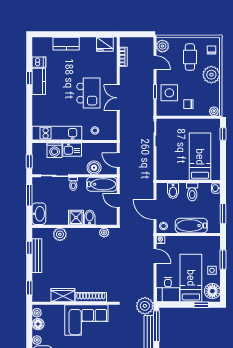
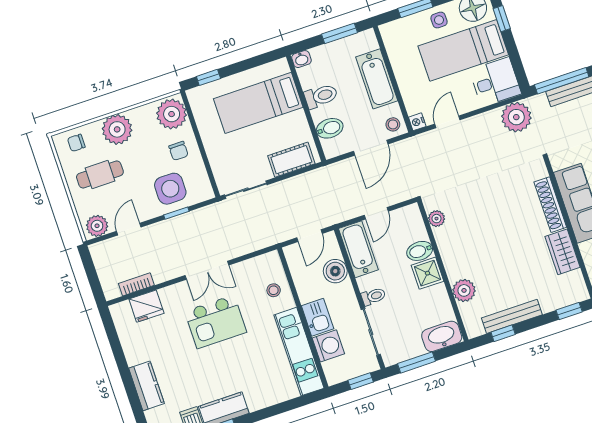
fridge: (105, 44) -> (146, 306), moved, turned 90
kitchen island: (88, 93) -> (216, 322), turned 180
plant: (214, 111) -> (172, 114), width x1.88, depth x1.88
cot: (163, 164) -> (291, 160), added
plant: (145, 306) -> (516, 117), moved

